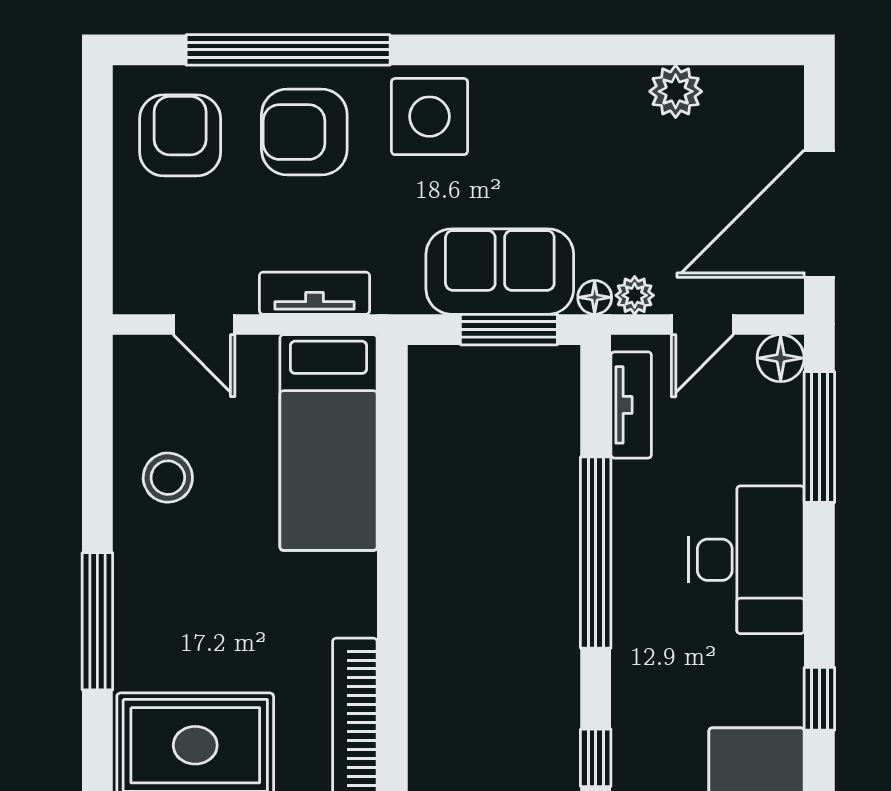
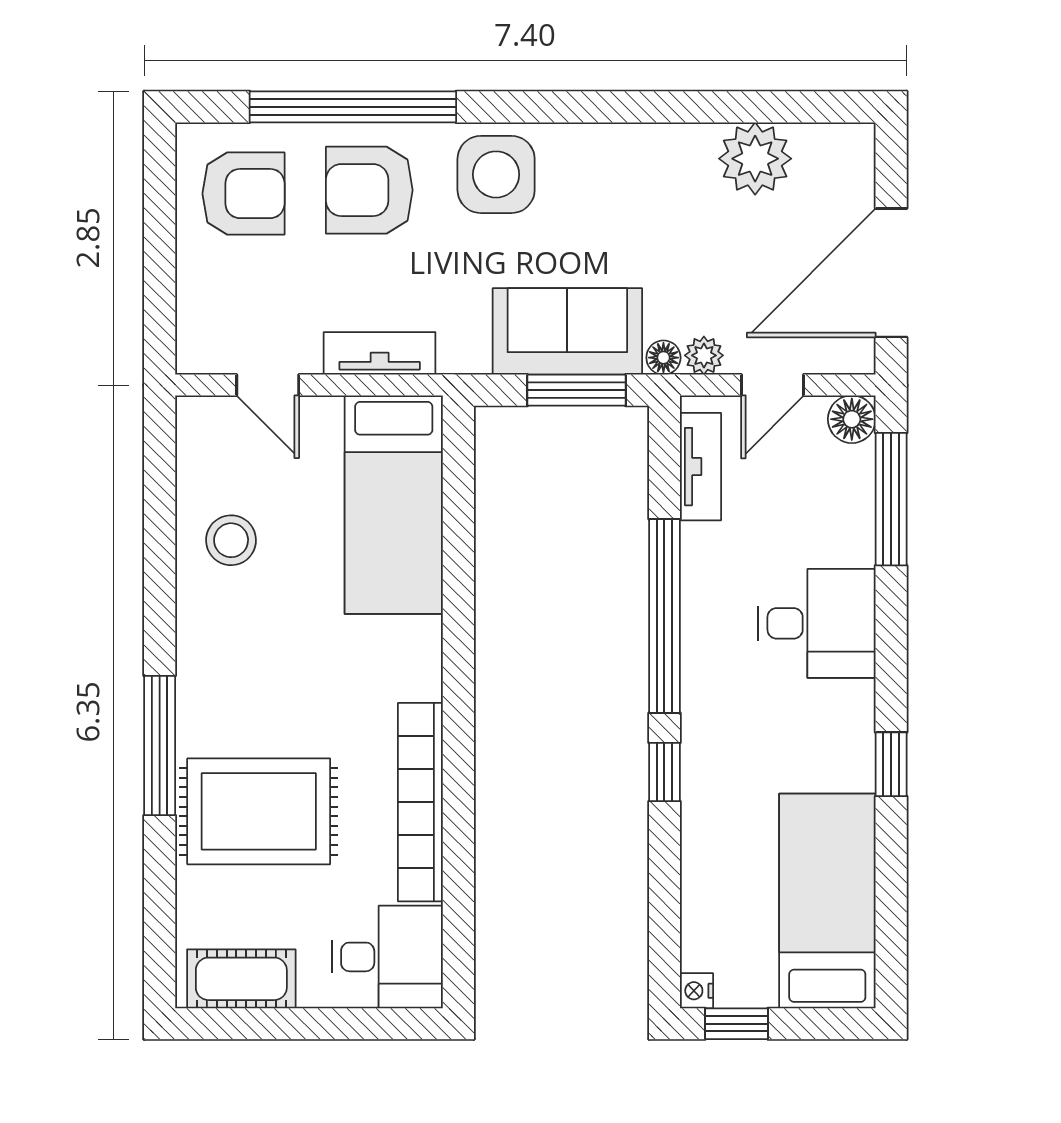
plant: (676, 91) -> (755, 159), width x1.36, depth x1.36
armchair: (180, 135) -> (243, 194), turned 90
desk: (746, 560) -> (817, 623), width x0.73
window: (97, 621) -> (160, 746), moved
window: (596, 758) -> (664, 772), moved

